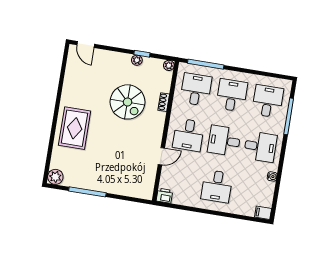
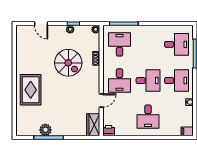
door: (86, 44) -> (41, 24), moved
desk: (232, 95) -> (148, 44), removed
desk: (268, 101) -> (176, 44), turned 90
desk: (224, 141) -> (148, 81), turned 180
plant: (55, 177) -> (45, 130), moved
wardrobe: (146, 185) -> (93, 125), added

